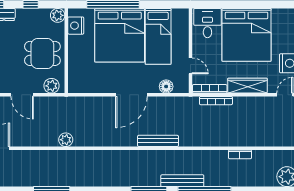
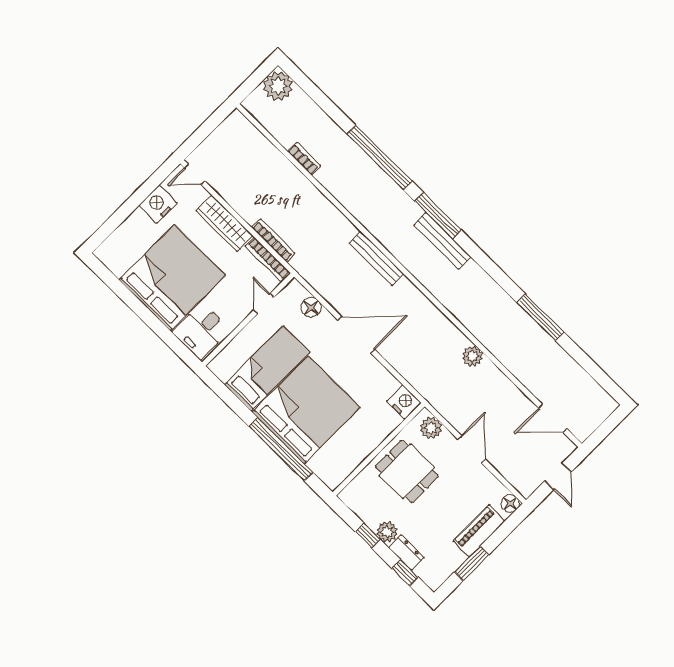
plant: (58, 15) -> (387, 532), moved
nightstand: (76, 26) -> (404, 402), moved, turned -90
bench: (182, 181) -> (442, 241), moved

